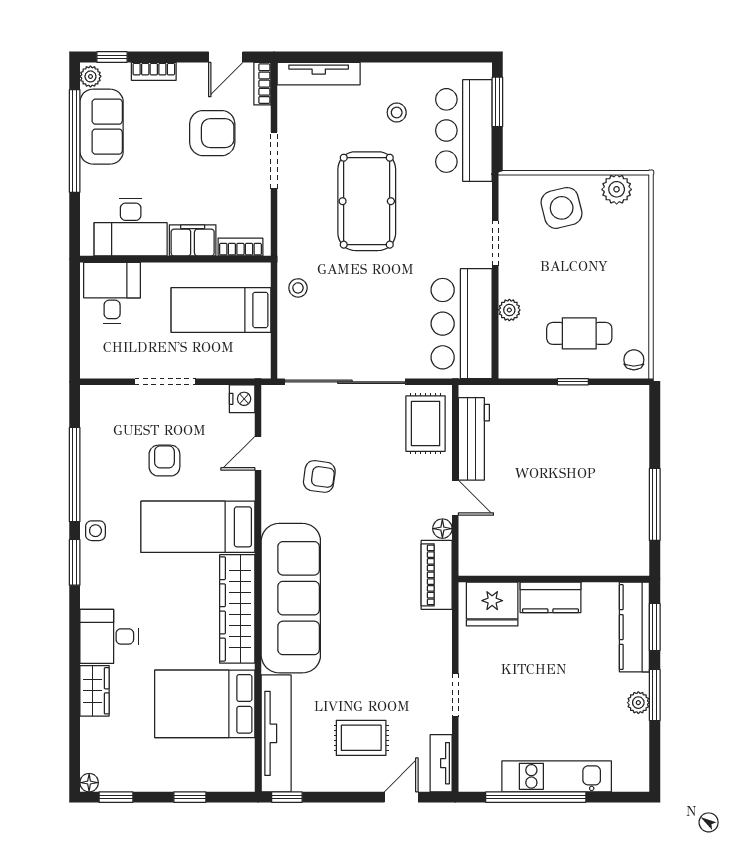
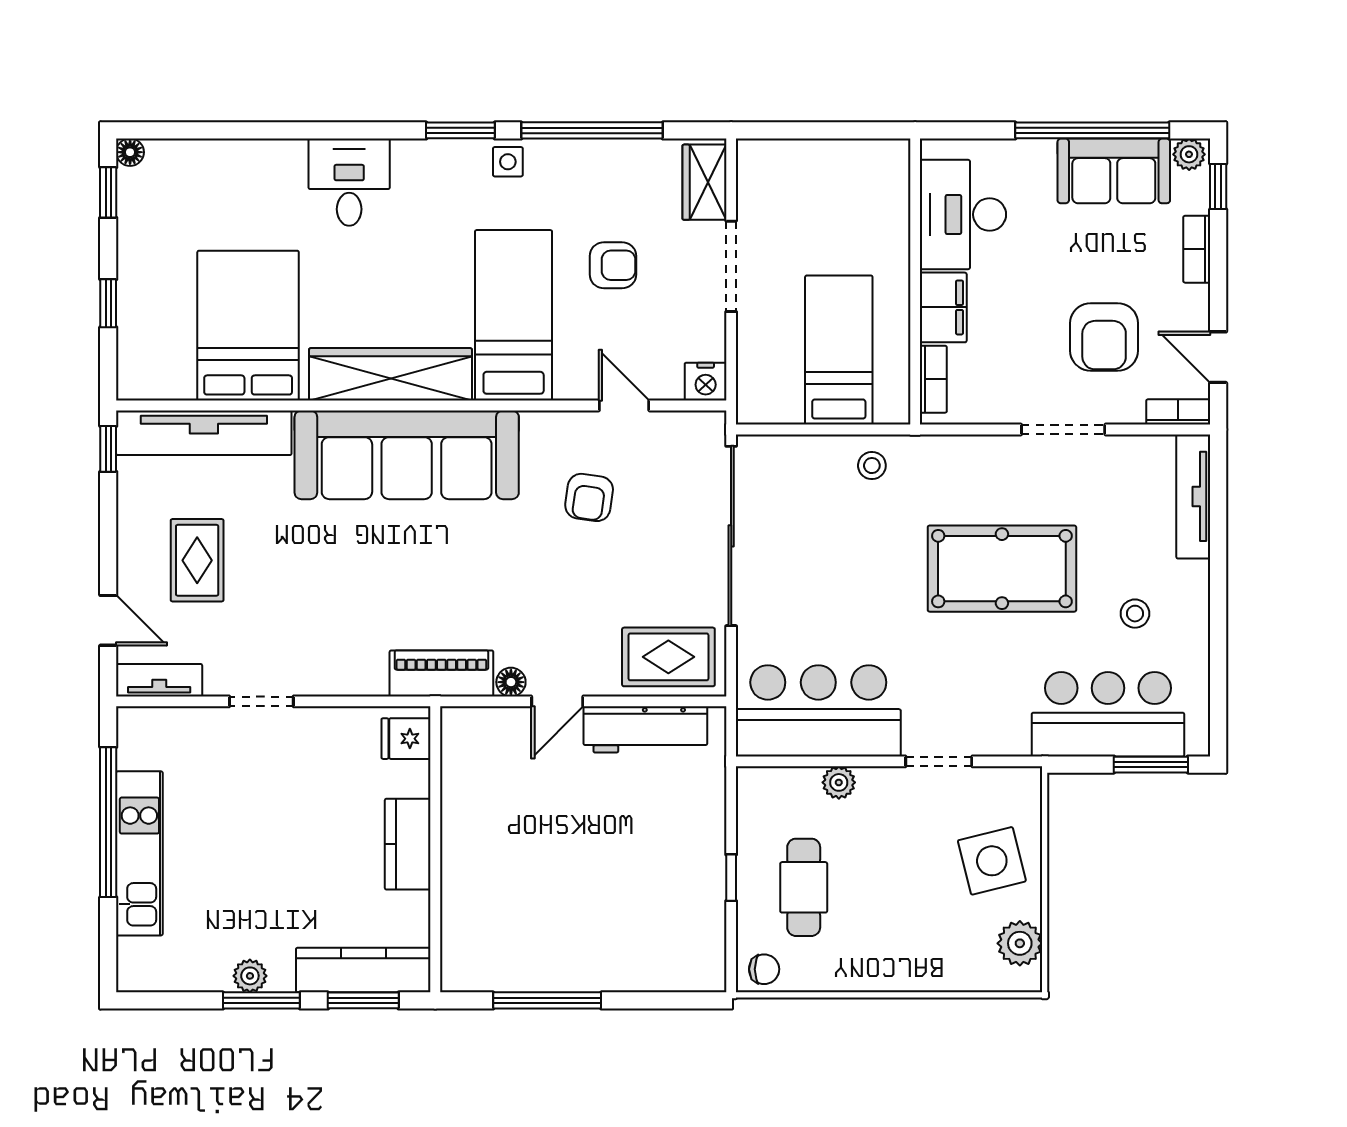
desk: (112, 293) -> (864, 187), removed
fridge: (492, 604) -> (406, 739), width x0.53, depth x0.75
wardrobe: (95, 691) -> (704, 182), moved, turned 90

